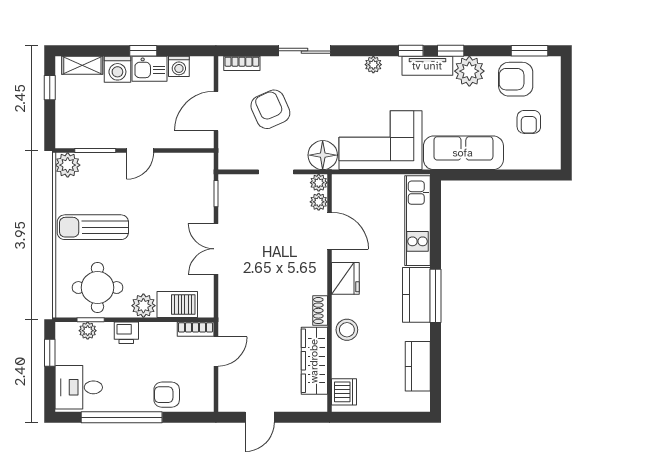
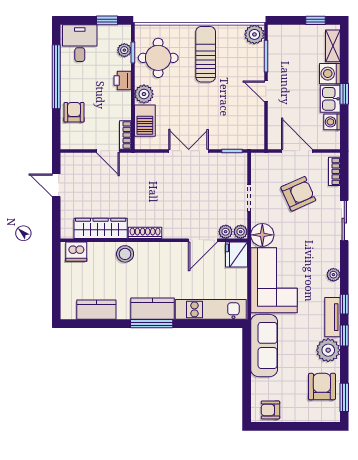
armchair: (529, 122) -> (270, 410), moved
fridge: (345, 278) -> (237, 254), moved, turned 90
shoe rack: (320, 311) -> (145, 233), width x1.43

